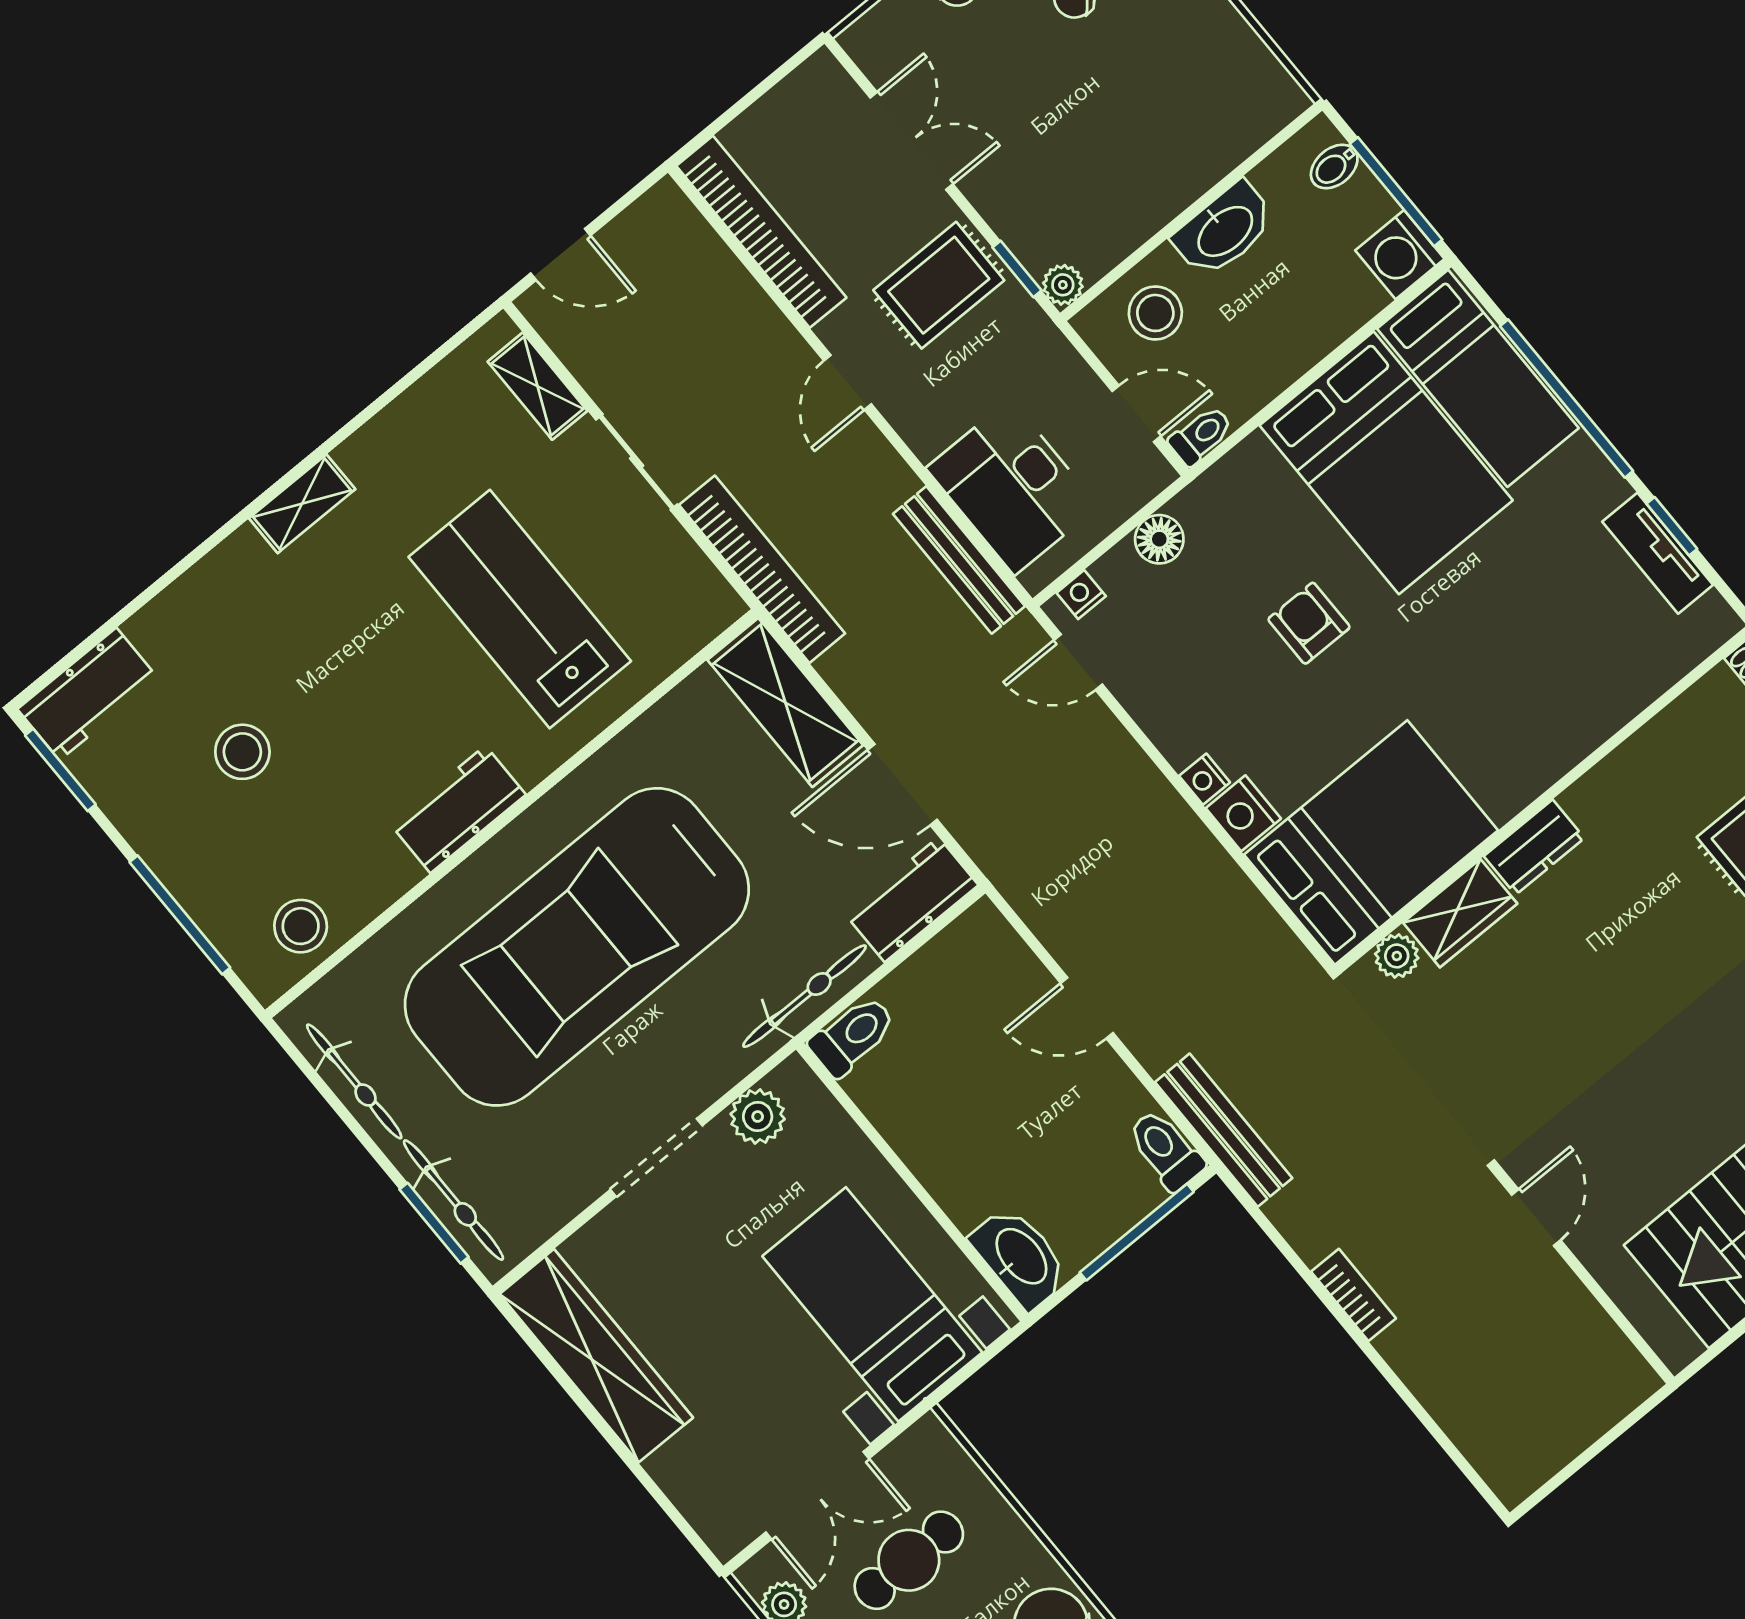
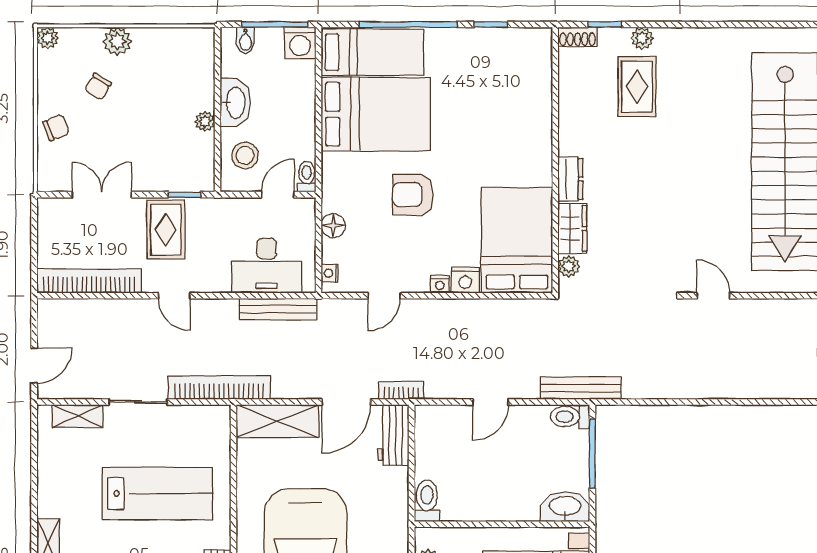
plant: (1063, 285) -> (205, 121), moved
tv unit: (1658, 553) -> (497, 39), removed
lab bench: (520, 609) -> (157, 493), turned 180
armchair: (1309, 623) -> (413, 195), width x1.38, depth x1.38
door: (1078, 662) -> (384, 296), moved
bicycle: (805, 996) -> (396, 507), removed
bookcase: (1354, 1295) -> (401, 390), moved

